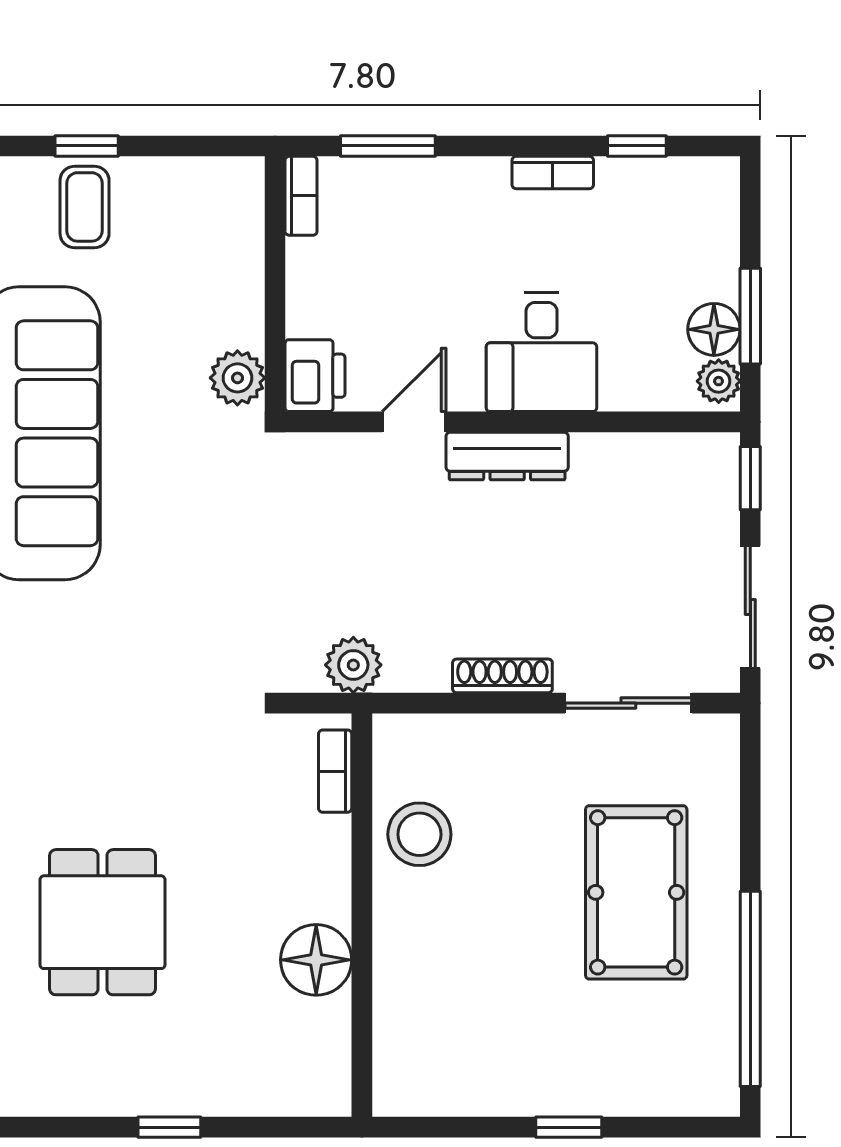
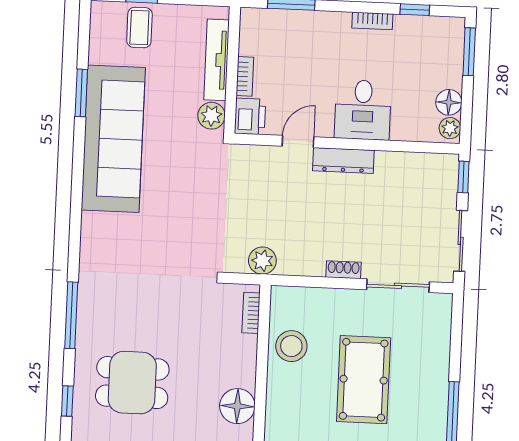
bookcase: (301, 196) -> (245, 76), moved
tv unit: (243, 265) -> (217, 60), added
window: (750, 316) -> (469, 52), moved
shoe rack: (502, 676) -> (344, 270), width x0.70
pool table: (636, 892) -> (364, 380), moved
dining table: (102, 922) -> (132, 383), turned 90

